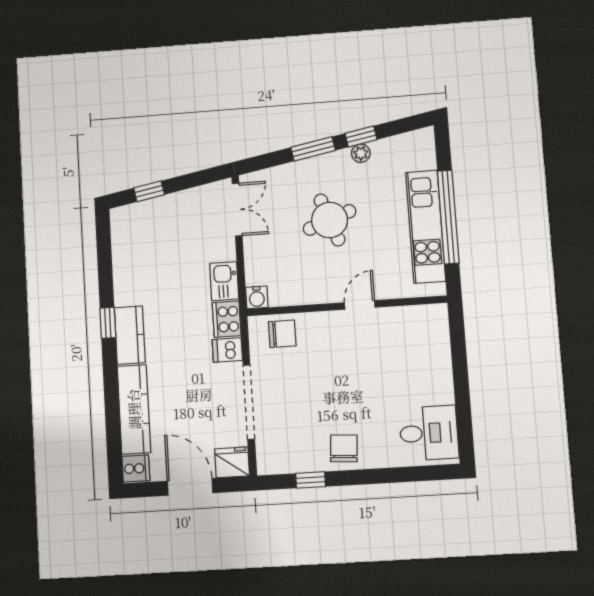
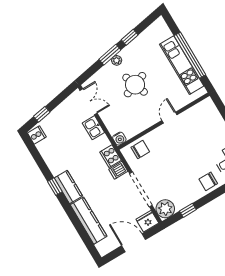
plant: (361, 153) -> (117, 60), moved
kitchen sink: (224, 281) -> (93, 128), moved
chair: (344, 448) -> (208, 181), moved, turned -94
plant: (273, 457) -> (165, 209), added
cooker: (136, 468) -> (37, 135), moved

